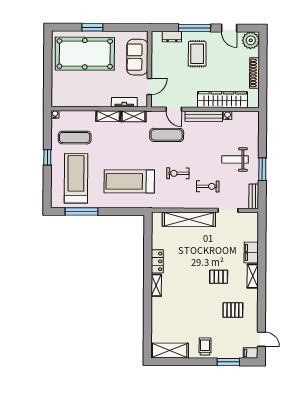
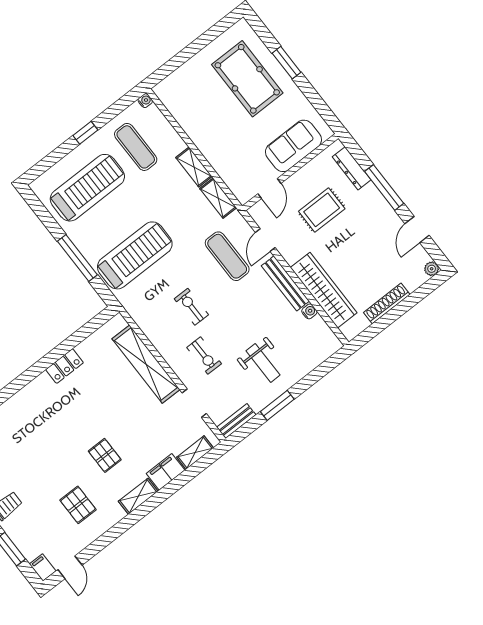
dresser: (172, 37) -> (352, 168), width x1.44
plant: (251, 40) -> (432, 269), width x0.53, depth x0.53
pool table: (85, 54) -> (247, 79), width x0.73, depth x0.76
rug: (197, 54) -> (322, 210), moved
door: (149, 86) -> (269, 189), hinge flipped
tv unit: (124, 102) -> (226, 173), removed
weight bench: (235, 159) -> (263, 363), turned 180
treadmill: (129, 181) -> (135, 255), turned 90
window: (81, 211) -> (77, 258), moved
shelving: (156, 285) -> (195, 453), moved

